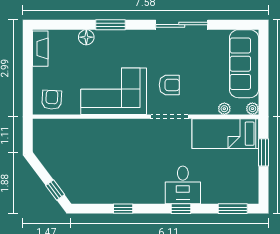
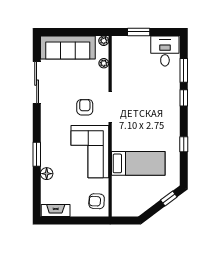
sliding door: (182, 25) -> (37, 83), moved
bed: (225, 134) -> (138, 163), moved, turned -90
desk: (183, 185) -> (165, 51), moved, turned -90
window: (233, 209) -> (184, 70), moved

